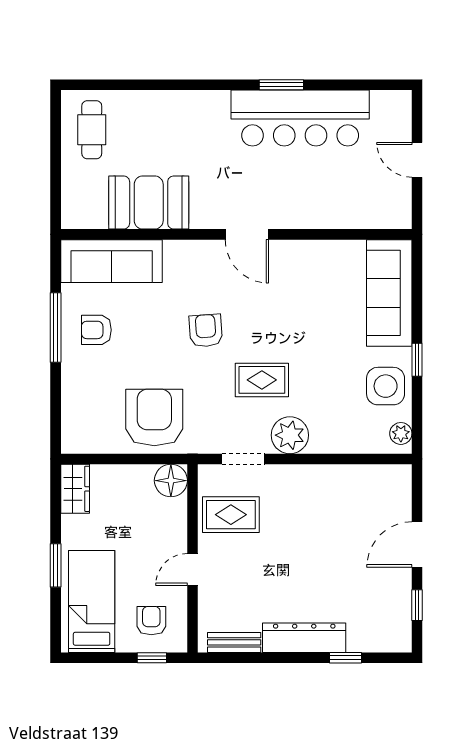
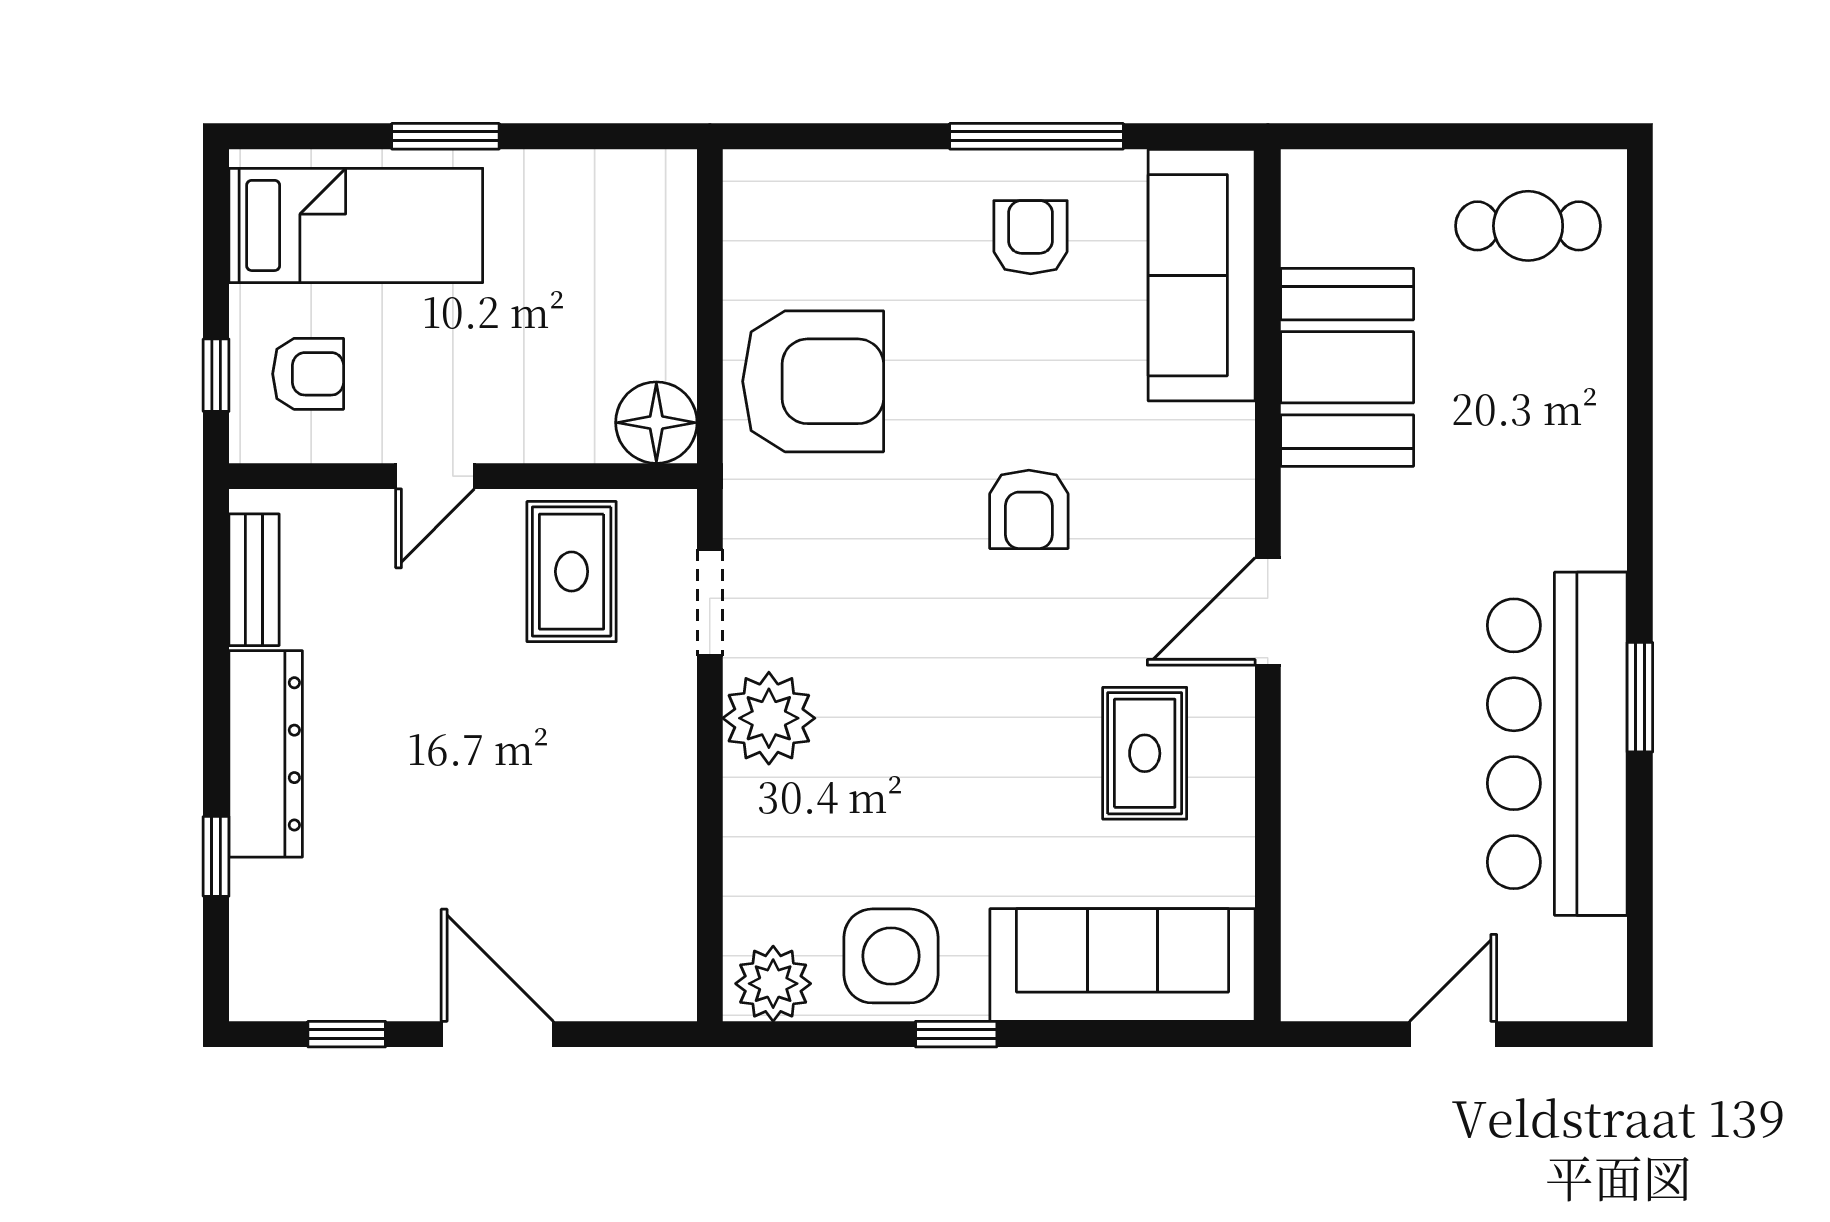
armchair: (206, 331) -> (1029, 509), turned 94
rug: (262, 380) -> (1145, 753), moved
plant: (401, 433) -> (773, 984), width x1.38, depth x1.38
wardrobe: (75, 489) -> (636, 185), removed
door: (192, 570) -> (435, 476), swing flipped

